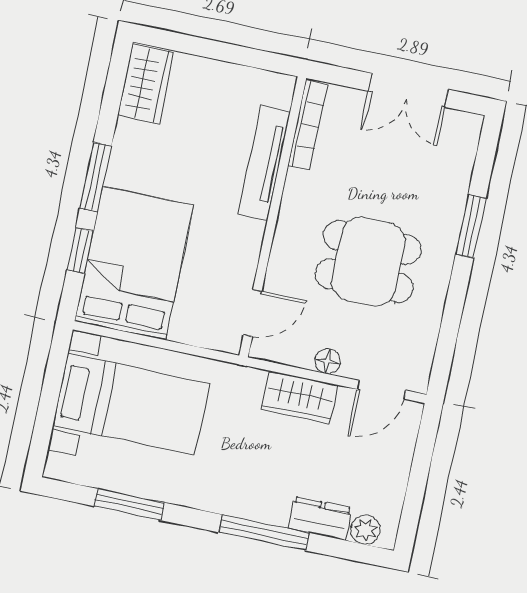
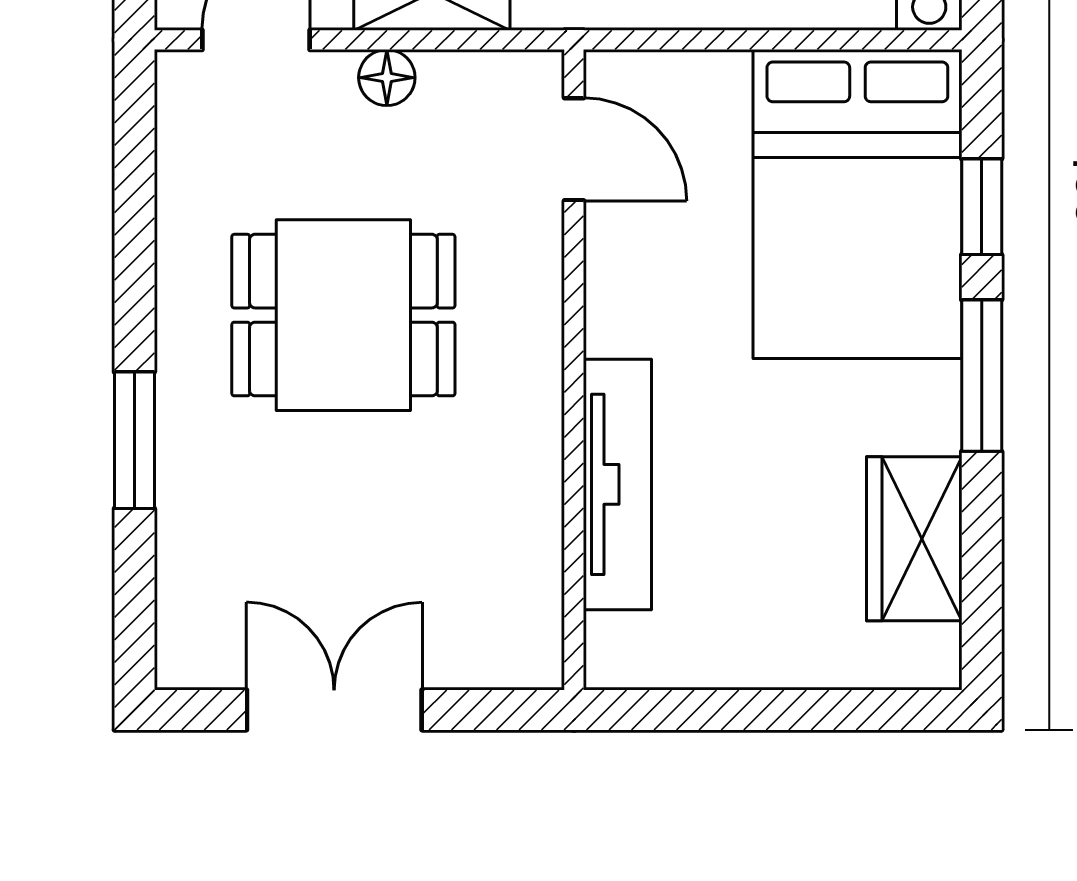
wardrobe: (146, 84) -> (914, 539), moved
bookcase: (308, 125) -> (539, 588), removed
door: (253, 313) -> (574, 149), swing flipped

